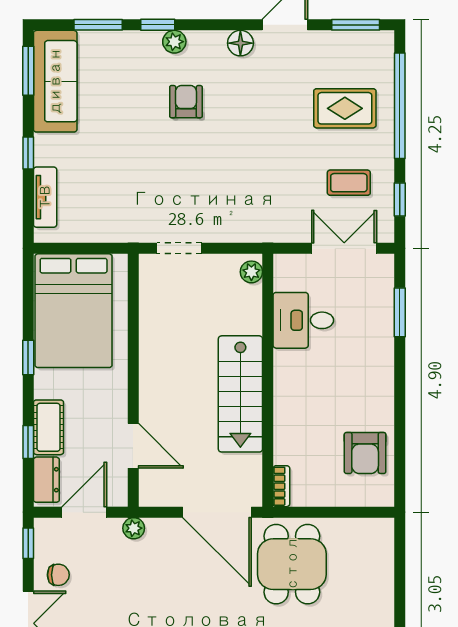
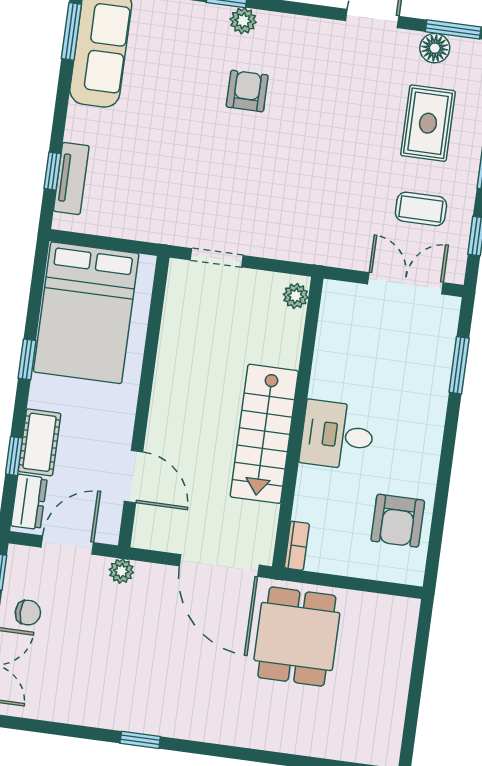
floor lamp: (240, 43) -> (435, 48), moved
rug: (345, 108) -> (428, 123), turned 90
window: (28, 153) -> (52, 171), moved
desk: (303, 320) -> (337, 435), moved

